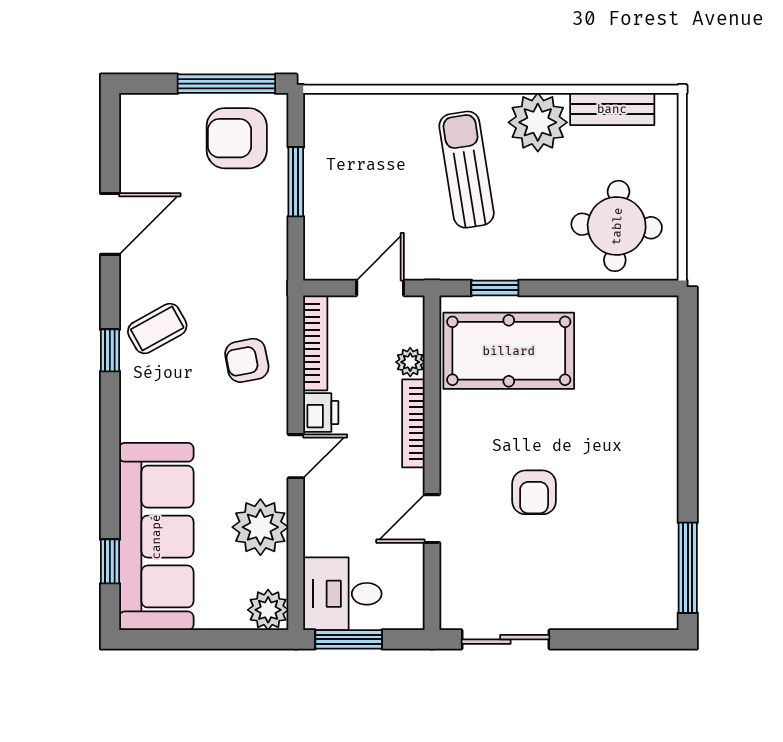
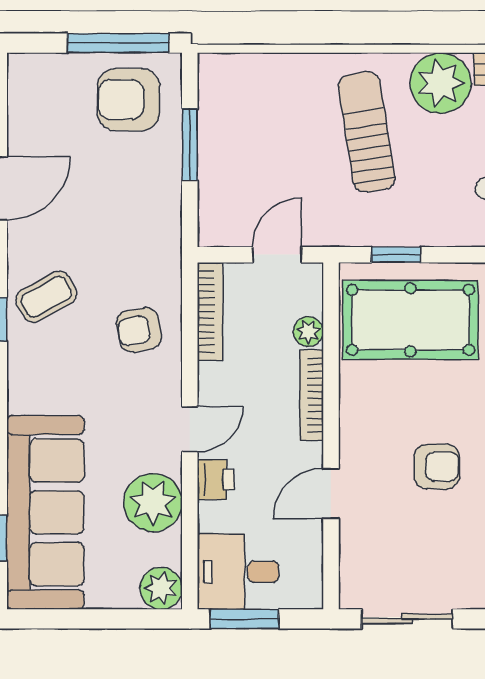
printer: (321, 413) -> (216, 480), moved
armchair: (534, 492) -> (437, 467), turned -90

